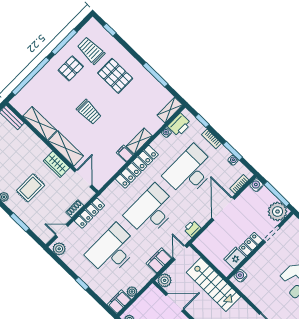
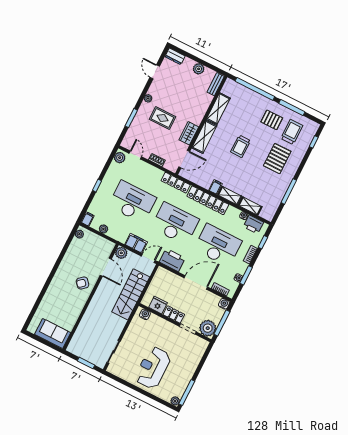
shelving: (170, 110) -> (250, 206), moved
locker: (89, 213) -> (176, 183), moved
printer: (192, 229) -> (172, 260), width x1.87, depth x1.48
filing cabinet: (119, 302) -> (87, 219), width x0.50

